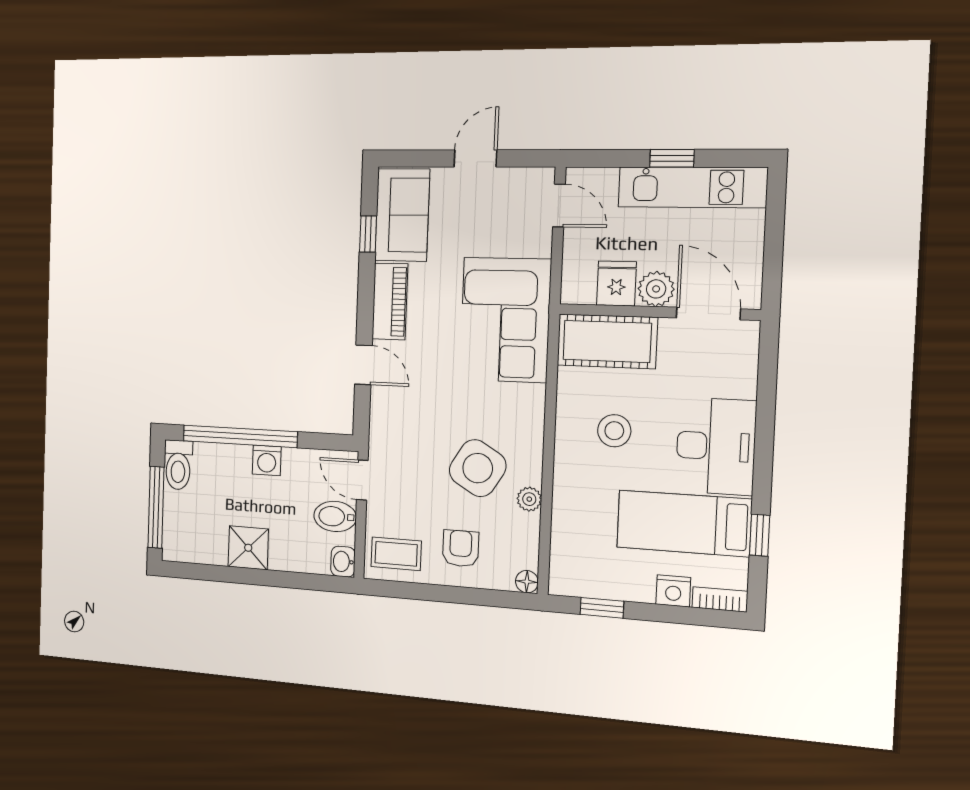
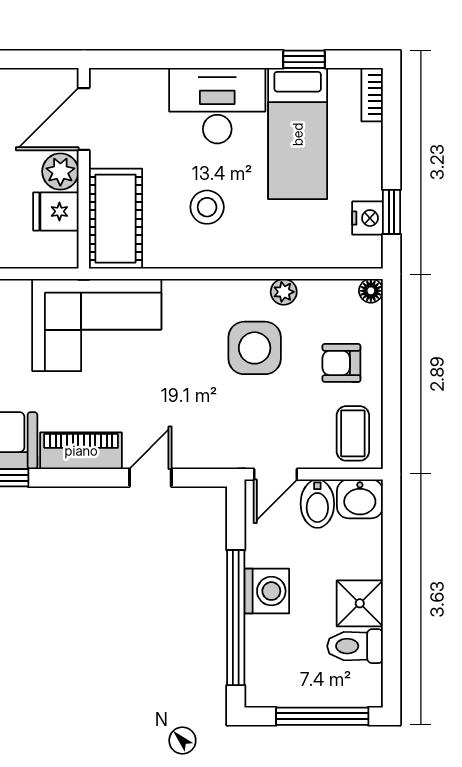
washing machine: (267, 460) -> (267, 591), width x1.38, depth x1.38
toilet: (178, 465) -> (355, 646), moved, turned 180
side table: (478, 468) -> (255, 348), turned -31
washbasin: (343, 562) -> (360, 499), width x1.38, depth x1.45
nightstand: (673, 591) -> (368, 218), moved

